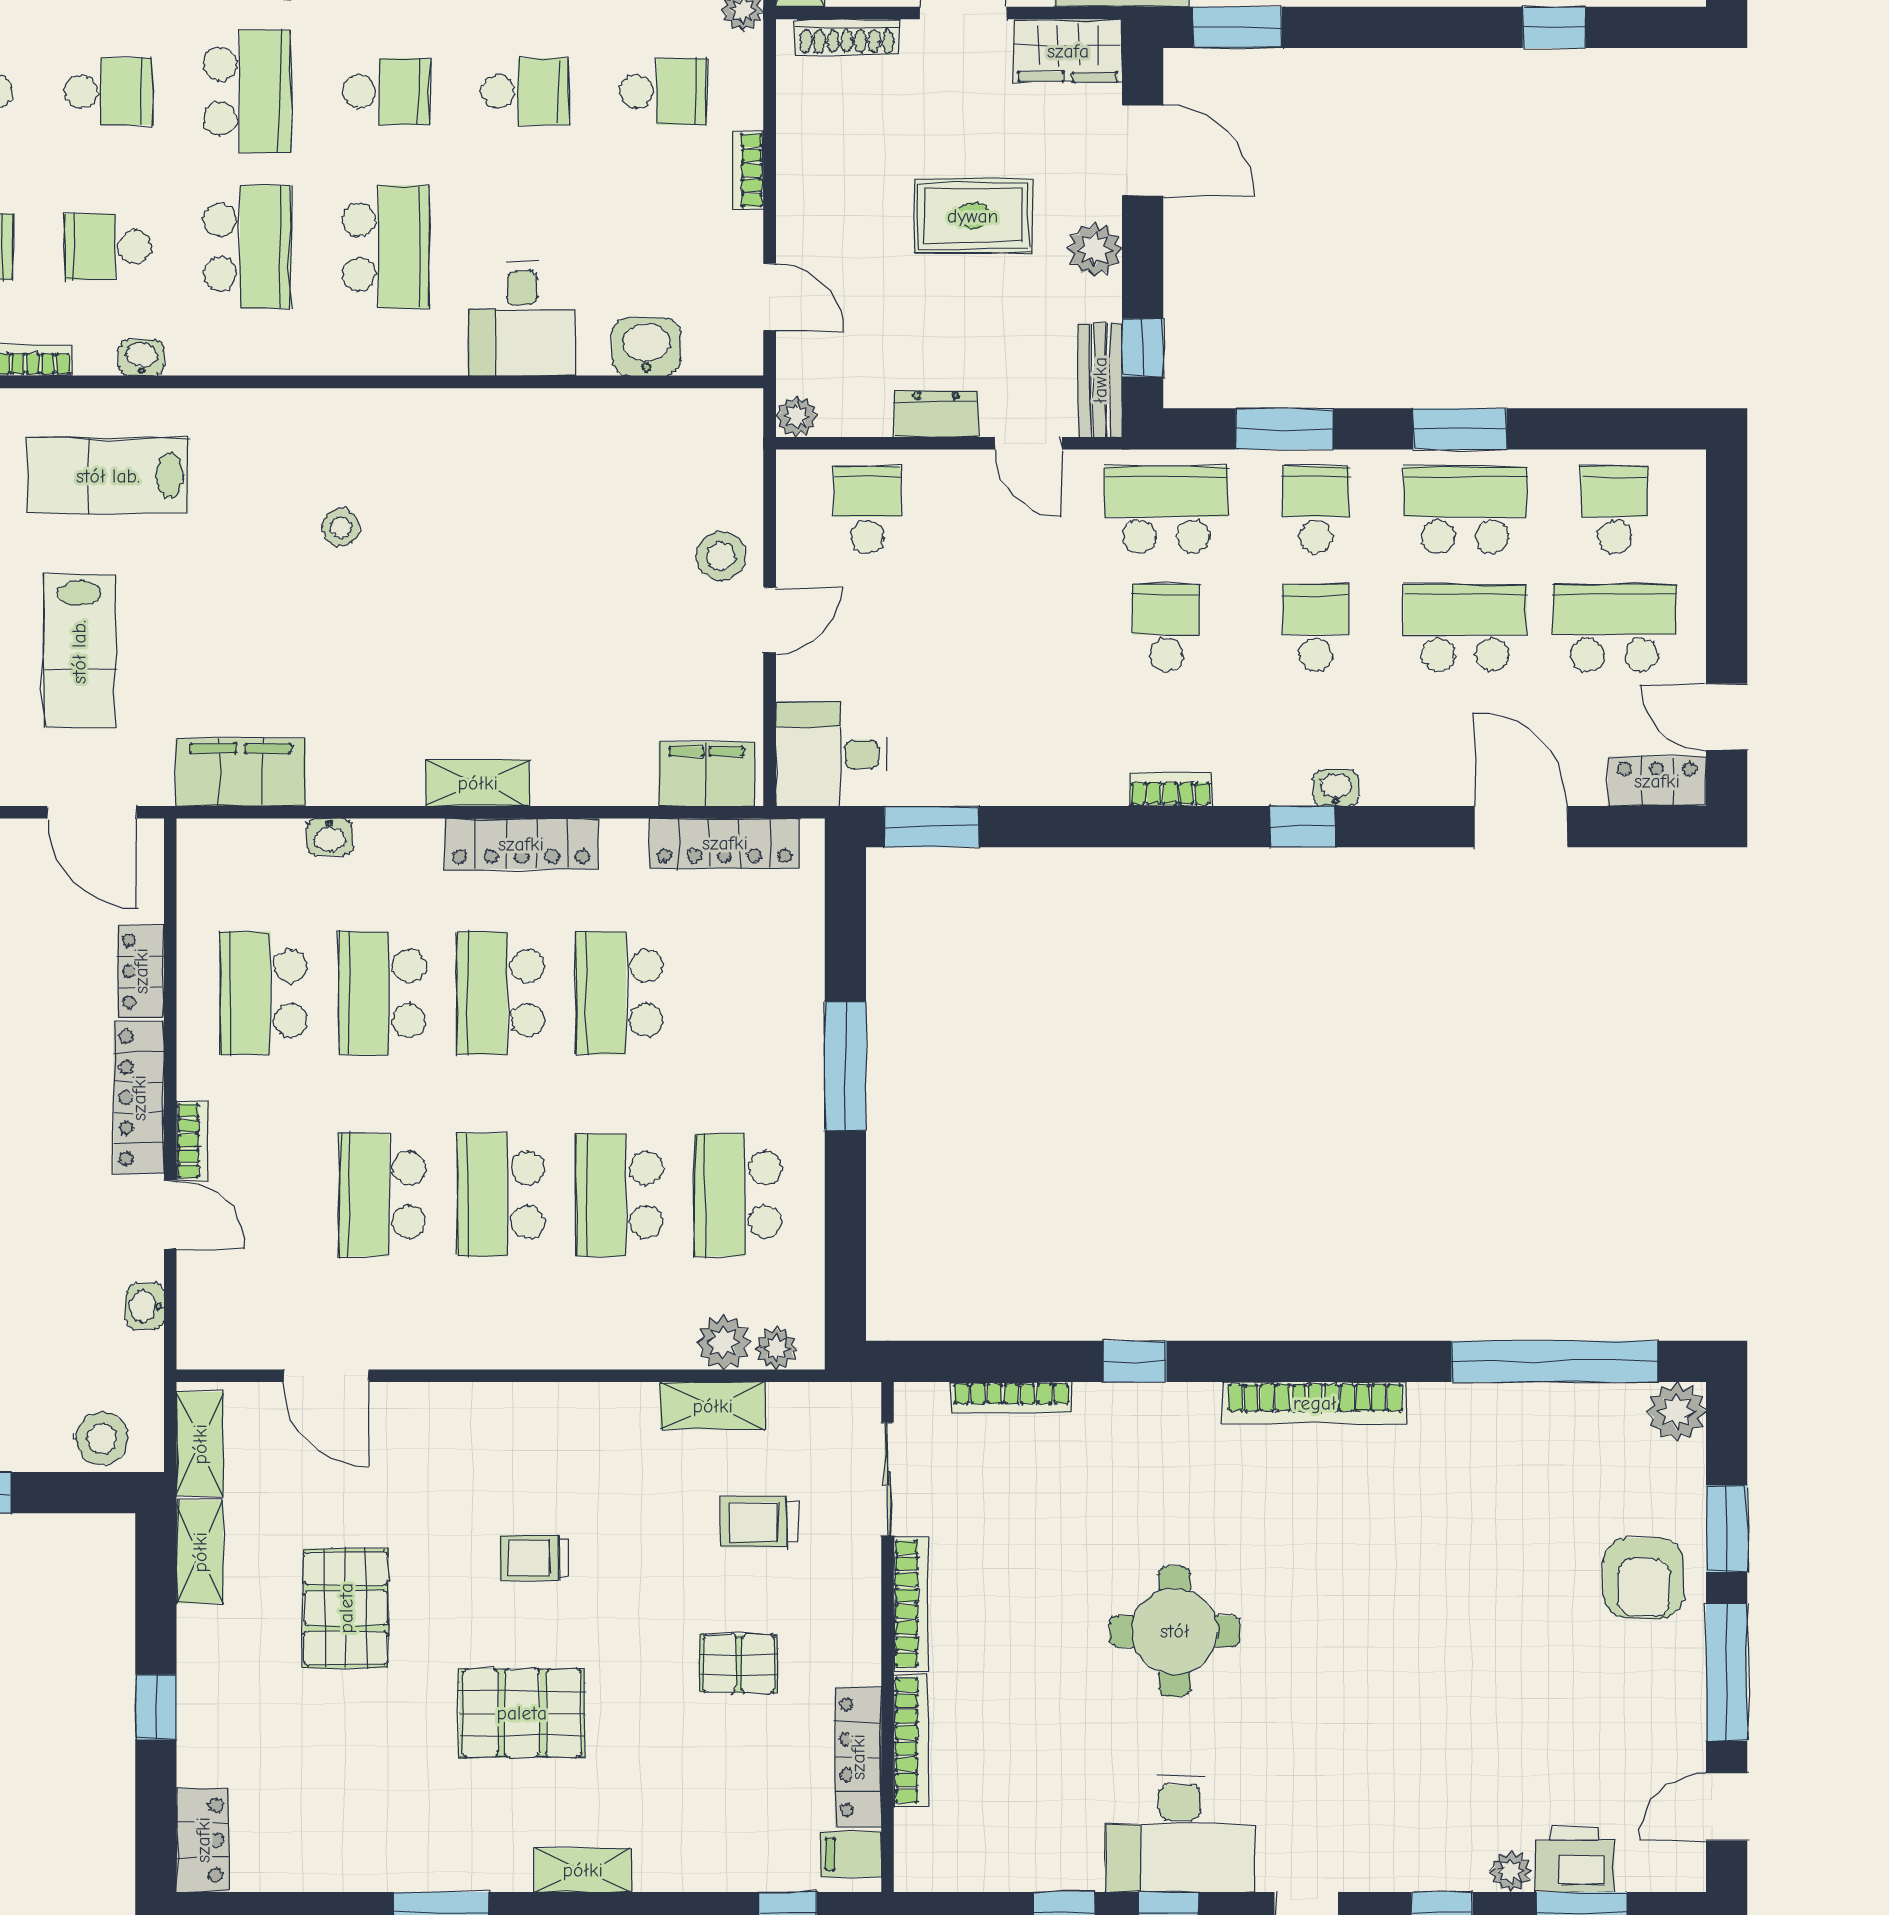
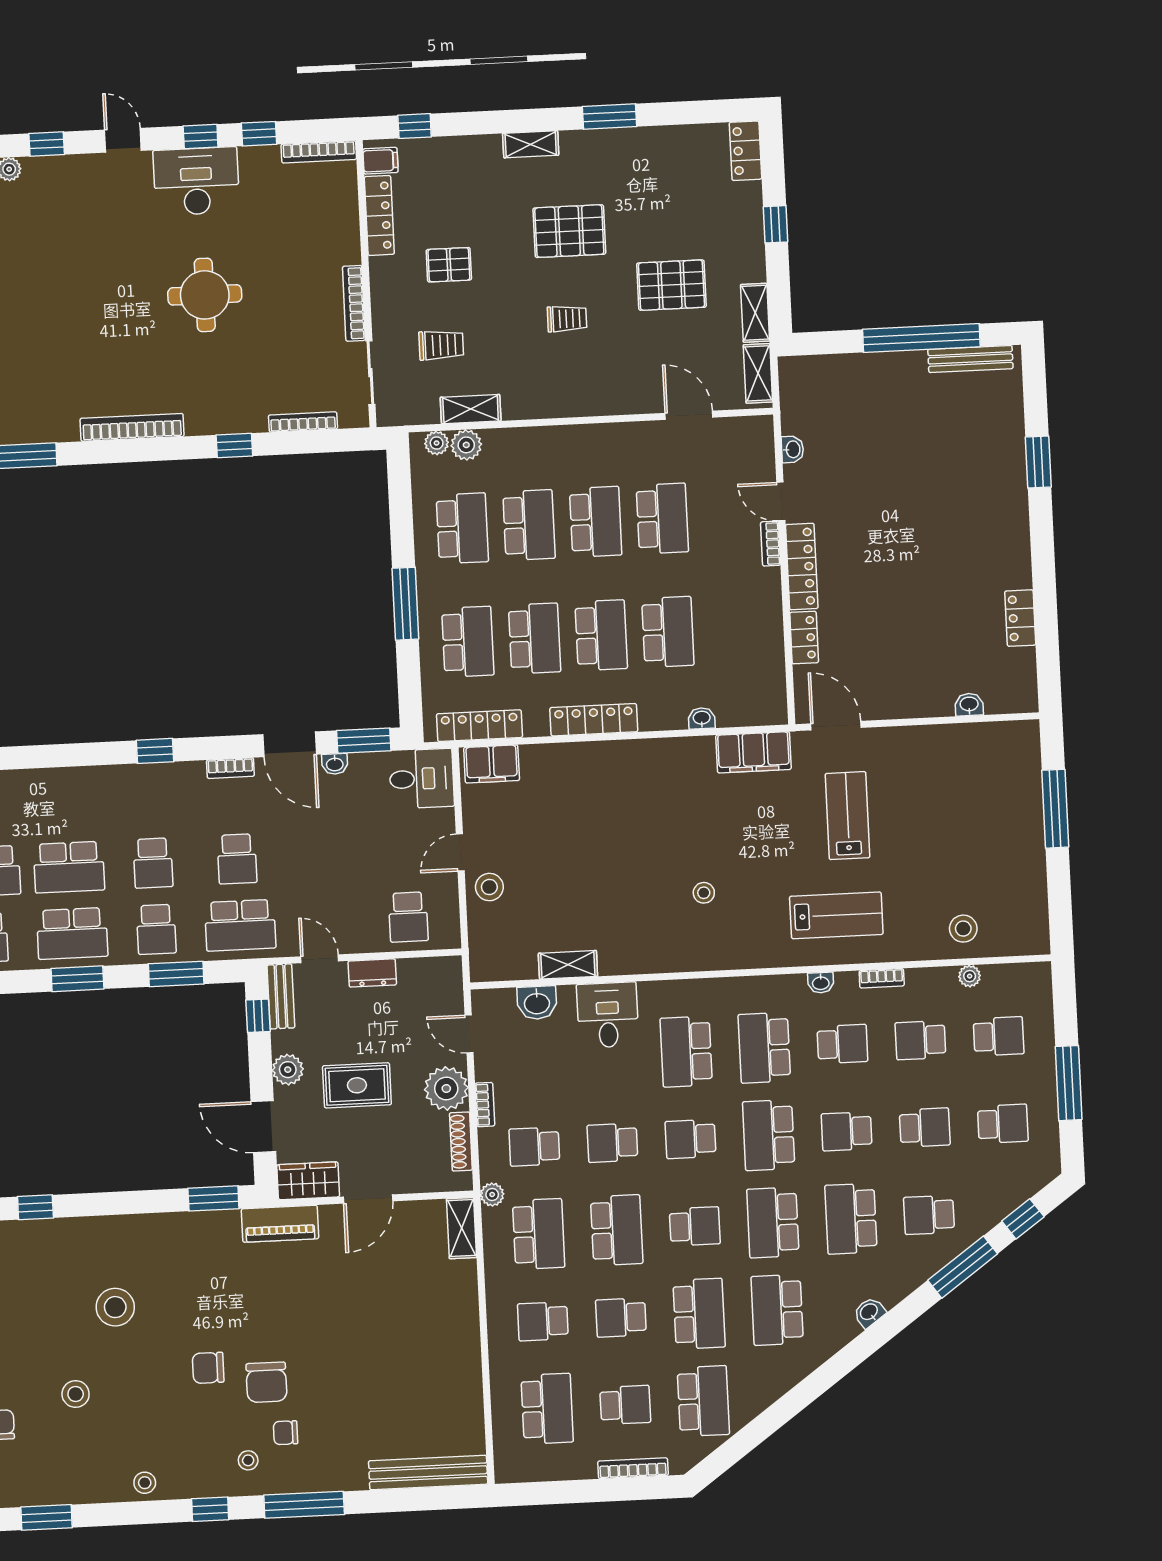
shoe rack: (847, 37) -> (461, 1142), moved, turned -90
plant: (797, 416) -> (446, 1088), moved, width x1.87, depth x1.87
shelving: (478, 783) -> (568, 965), moved
washbasin: (1336, 788) -> (335, 764), moved
door: (1521, 827) -> (290, 744), moved
school desk: (263, 993) -> (468, 642), moved
stool: (102, 1439) -> (813, 374), removed
pallet: (346, 1608) -> (671, 285), turned 90
bookcase: (911, 1741) -> (319, 152), moved, turned -90

